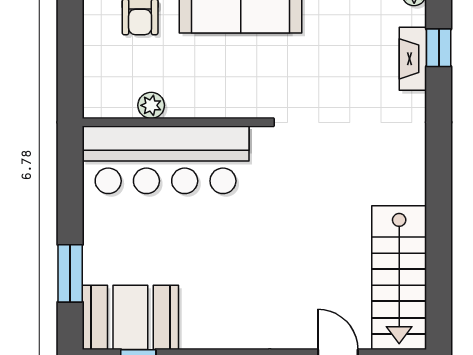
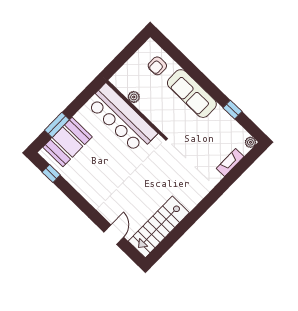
window: (439, 48) -> (242, 167), removed
booth: (130, 317) -> (67, 142), moved, turned 90

